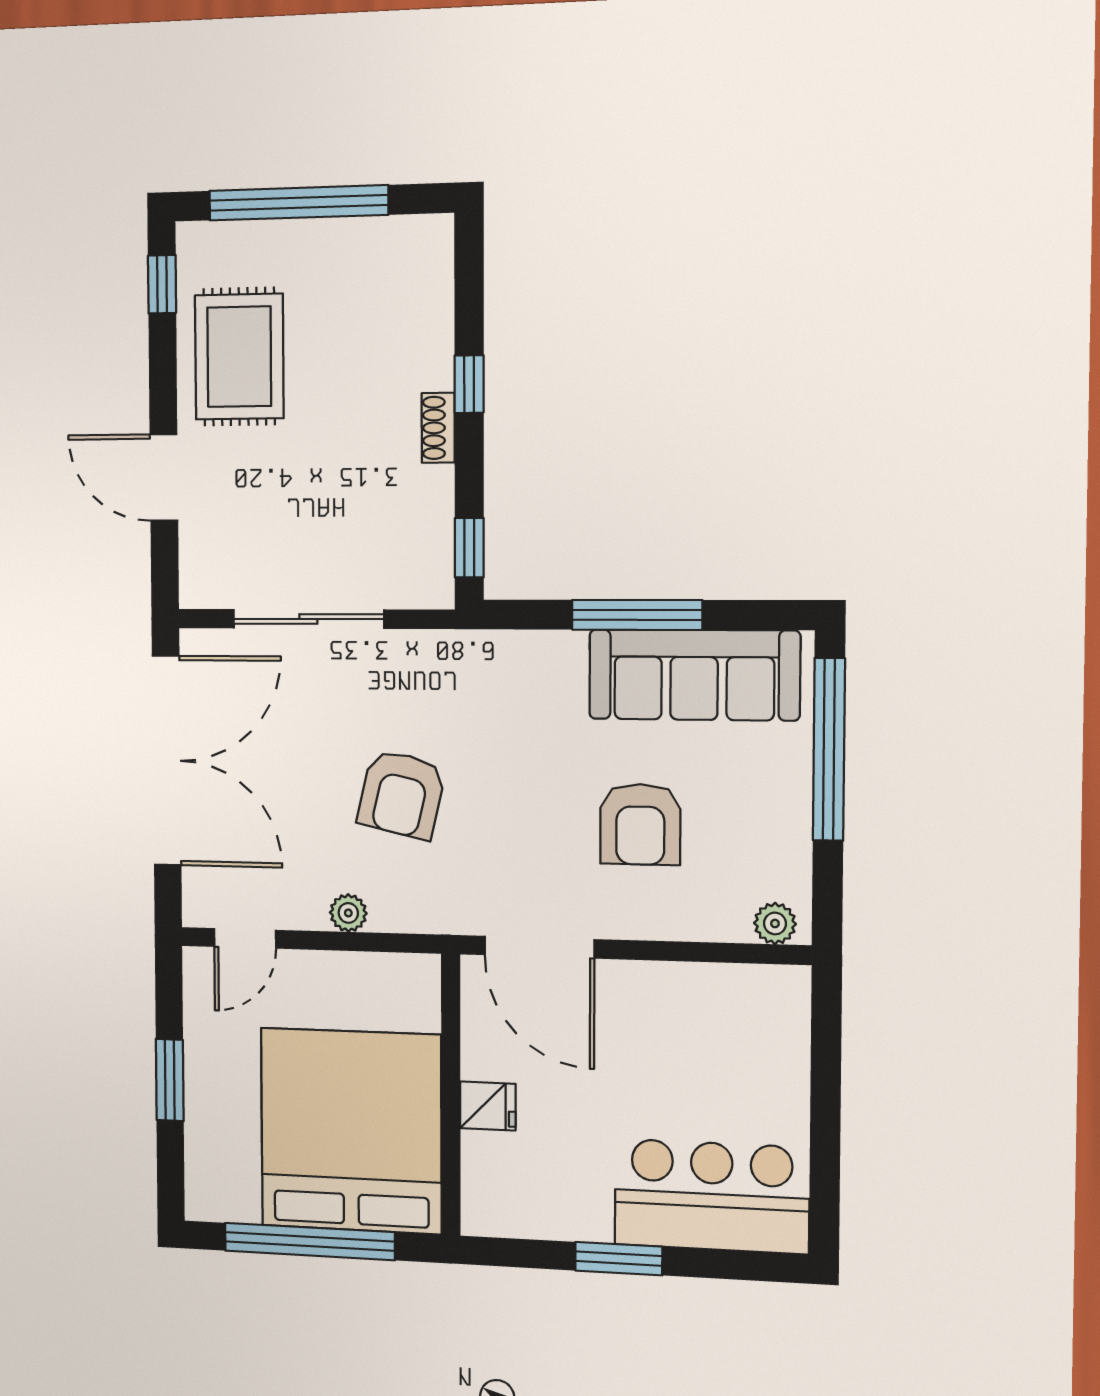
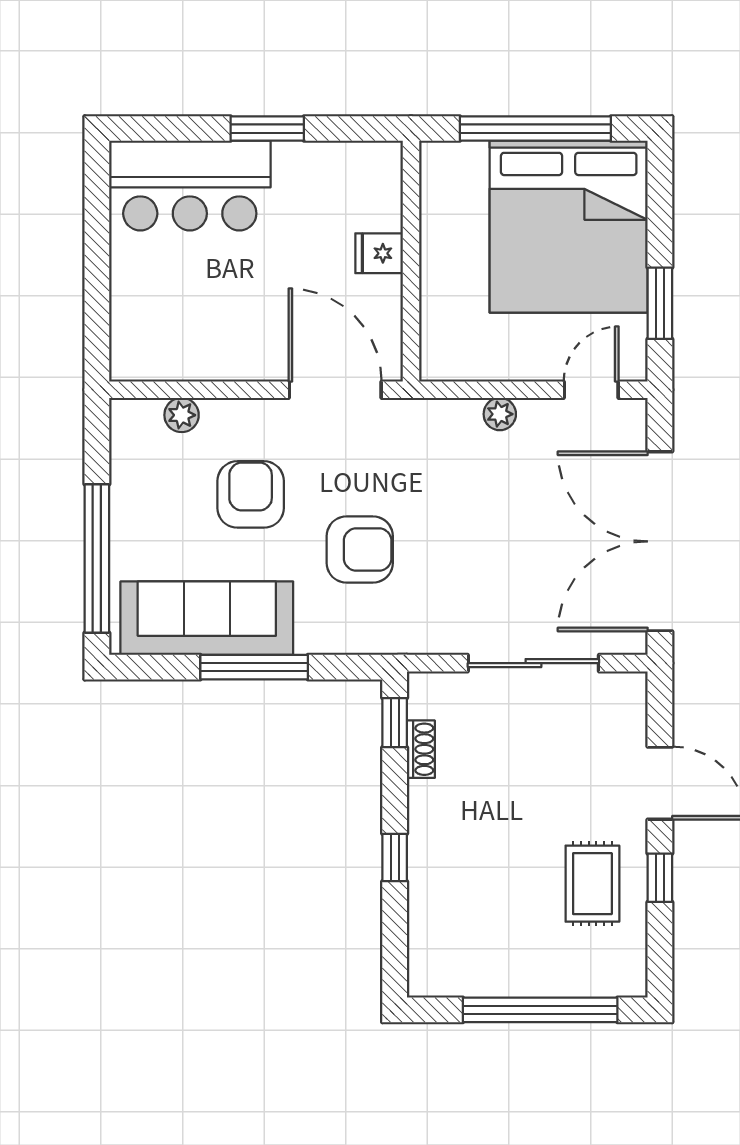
window: (162, 284) -> (660, 878), moved
rug: (239, 357) -> (592, 884), width x0.73, depth x0.70
shoe rack: (438, 428) -> (421, 749), moved
armchair: (401, 794) -> (360, 550), moved, turned 77
plant: (775, 923) -> (182, 415), moved
window: (170, 1080) -> (660, 303), moved
bed: (351, 1131) -> (569, 227), moved

